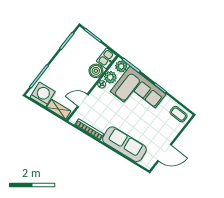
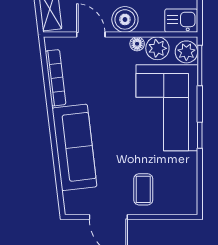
boiler: (96, 71) -> (125, 19), moved
coffee table: (178, 114) -> (143, 189), moved

